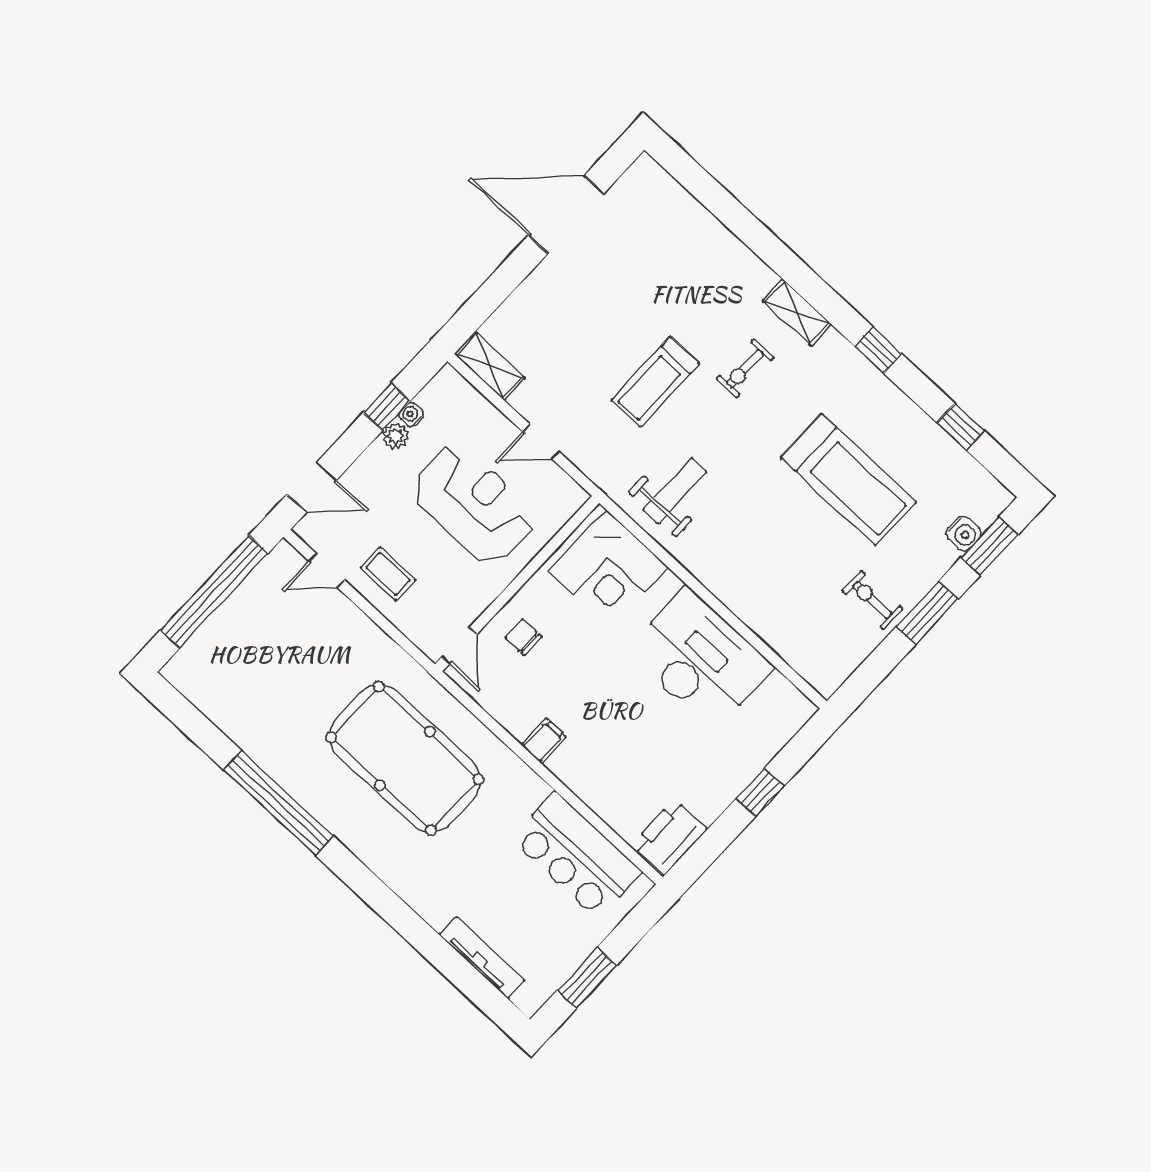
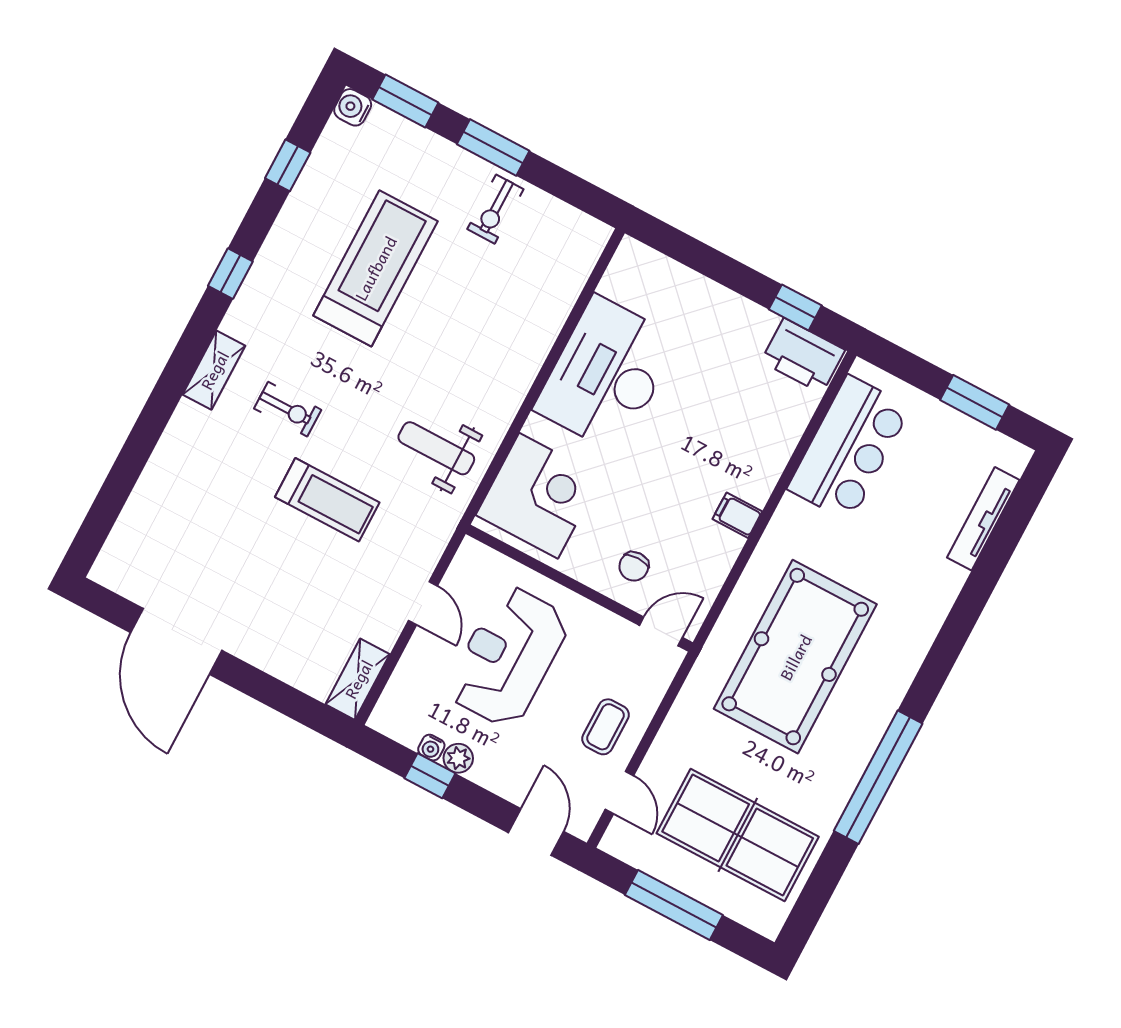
water cooler: (963, 533) -> (353, 107), moved, turned -90
window: (214, 592) -> (674, 905), width x0.68
table tennis table: (261, 665) -> (738, 835), added
window: (760, 792) -> (795, 307), moved

